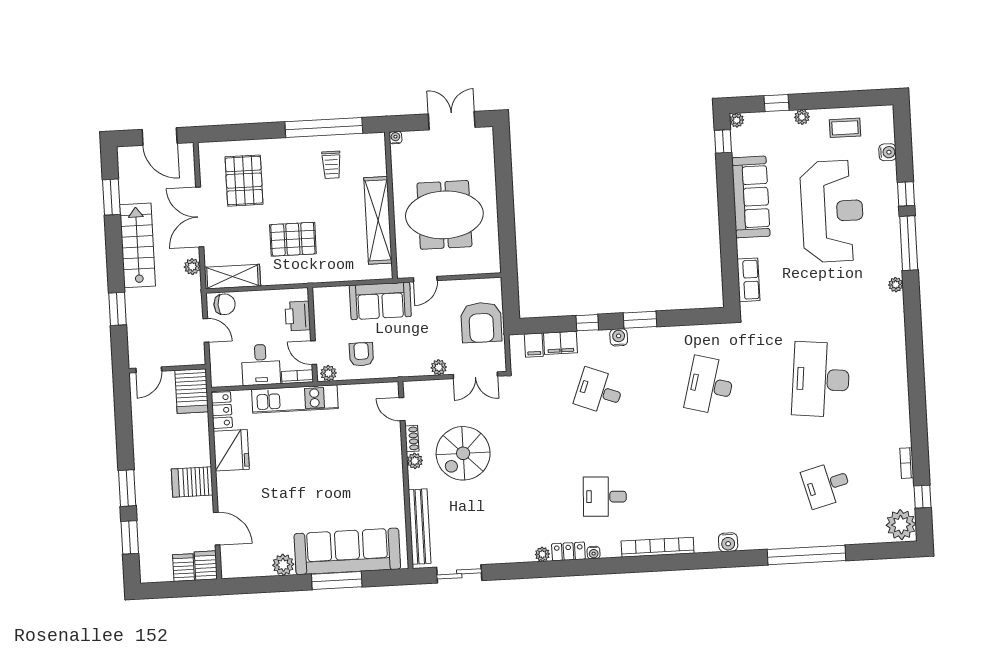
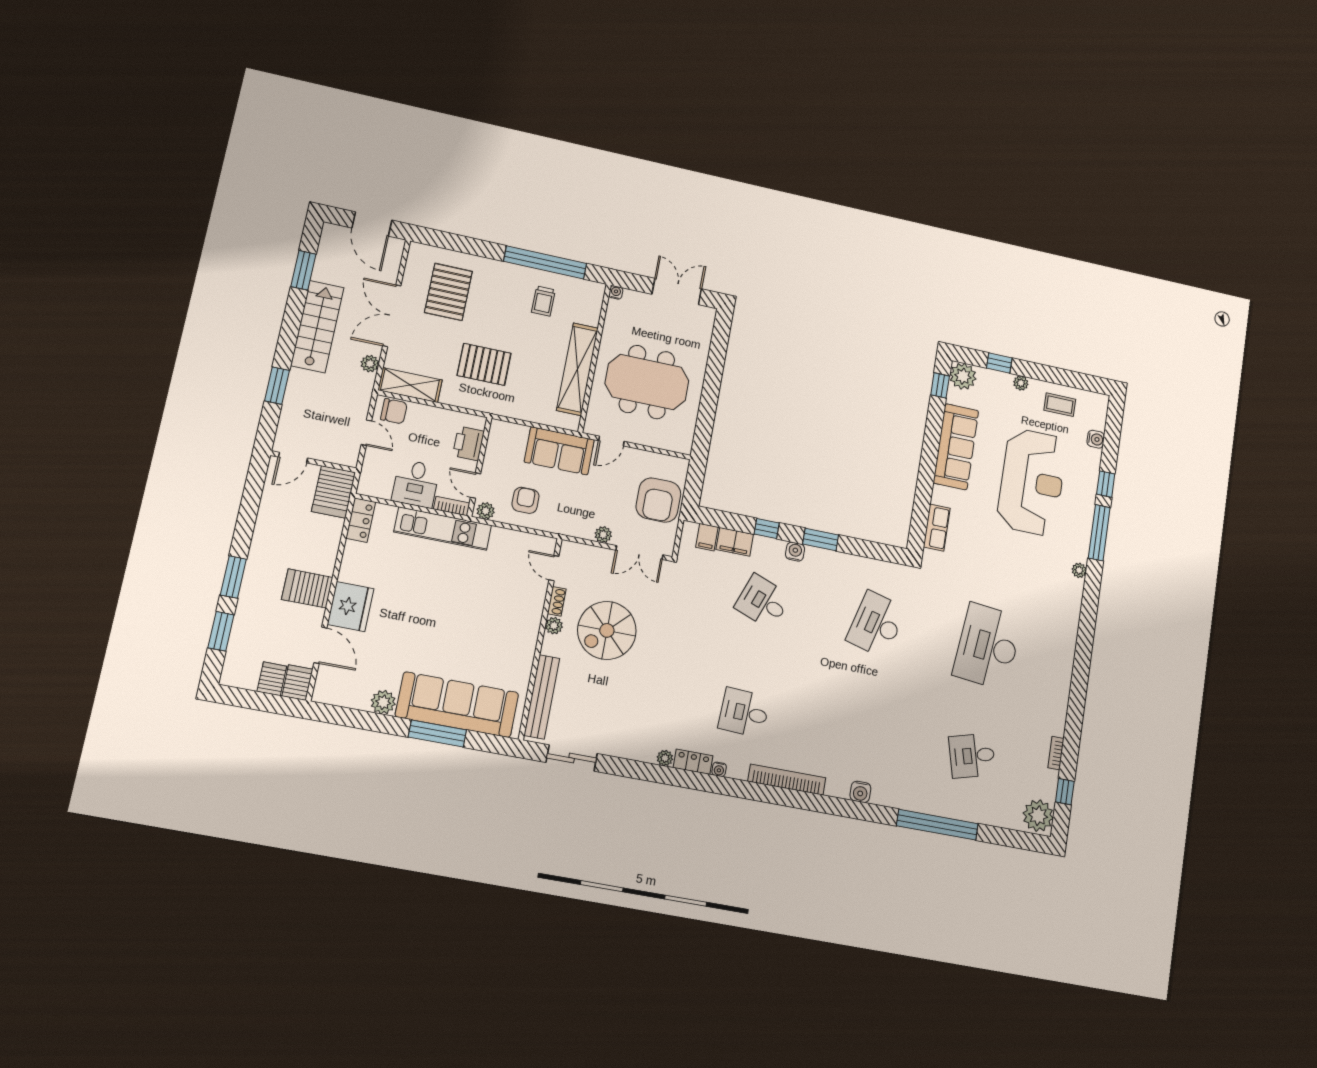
plant: (737, 120) -> (963, 376), width x1.87, depth x1.87
fridge: (231, 450) -> (351, 607), moved

